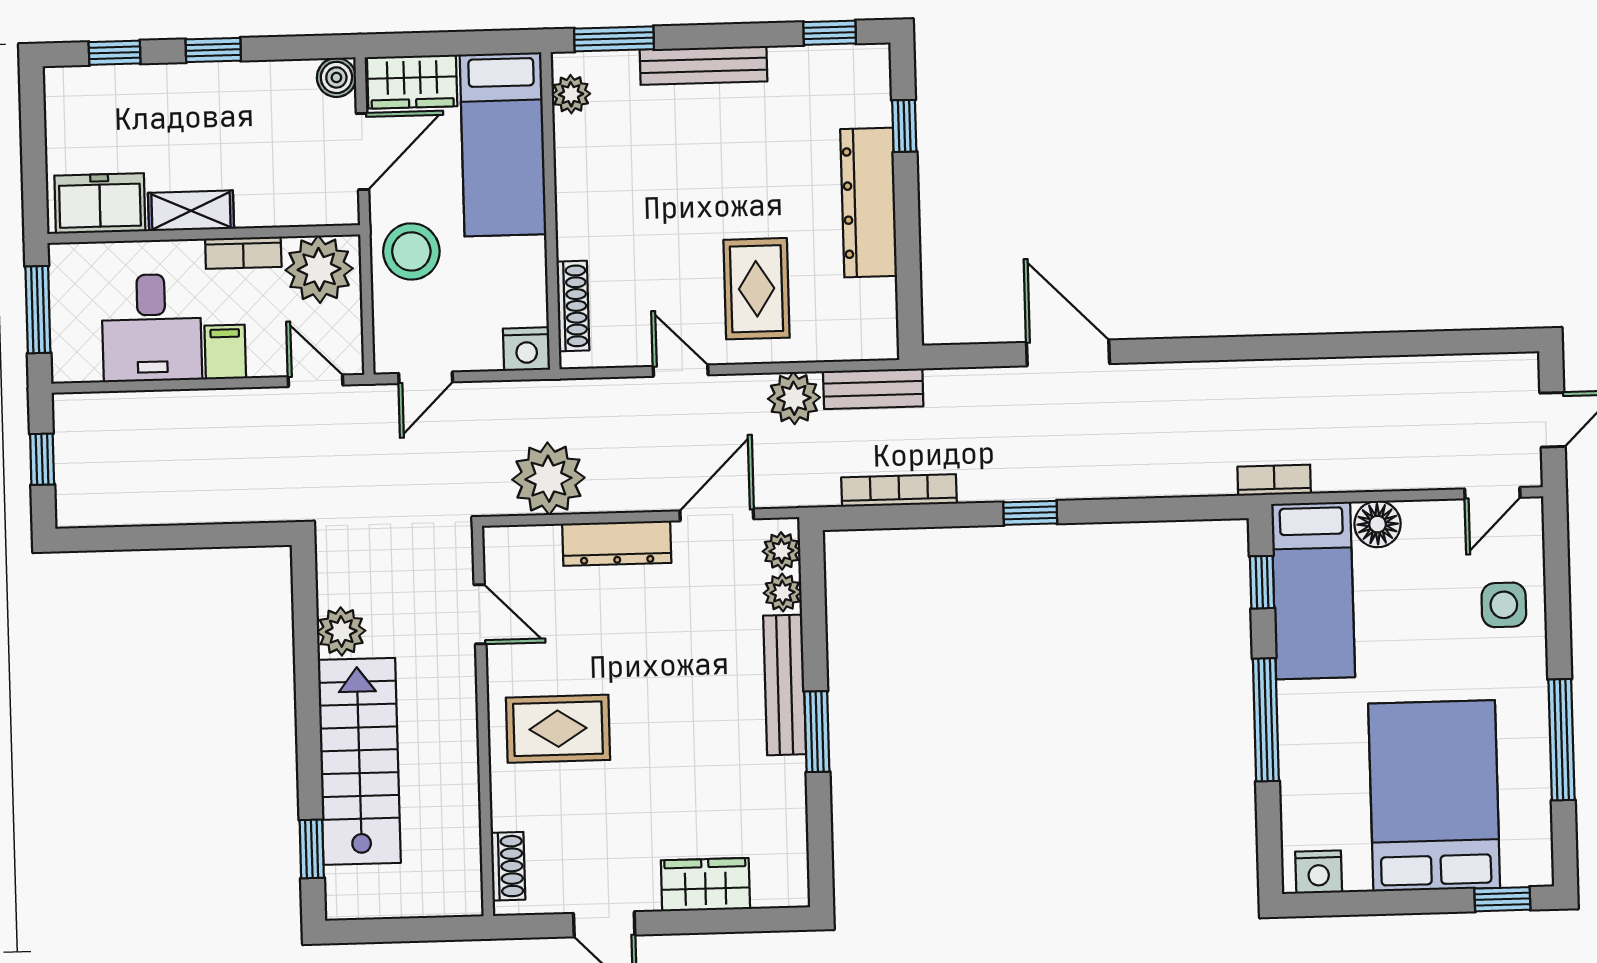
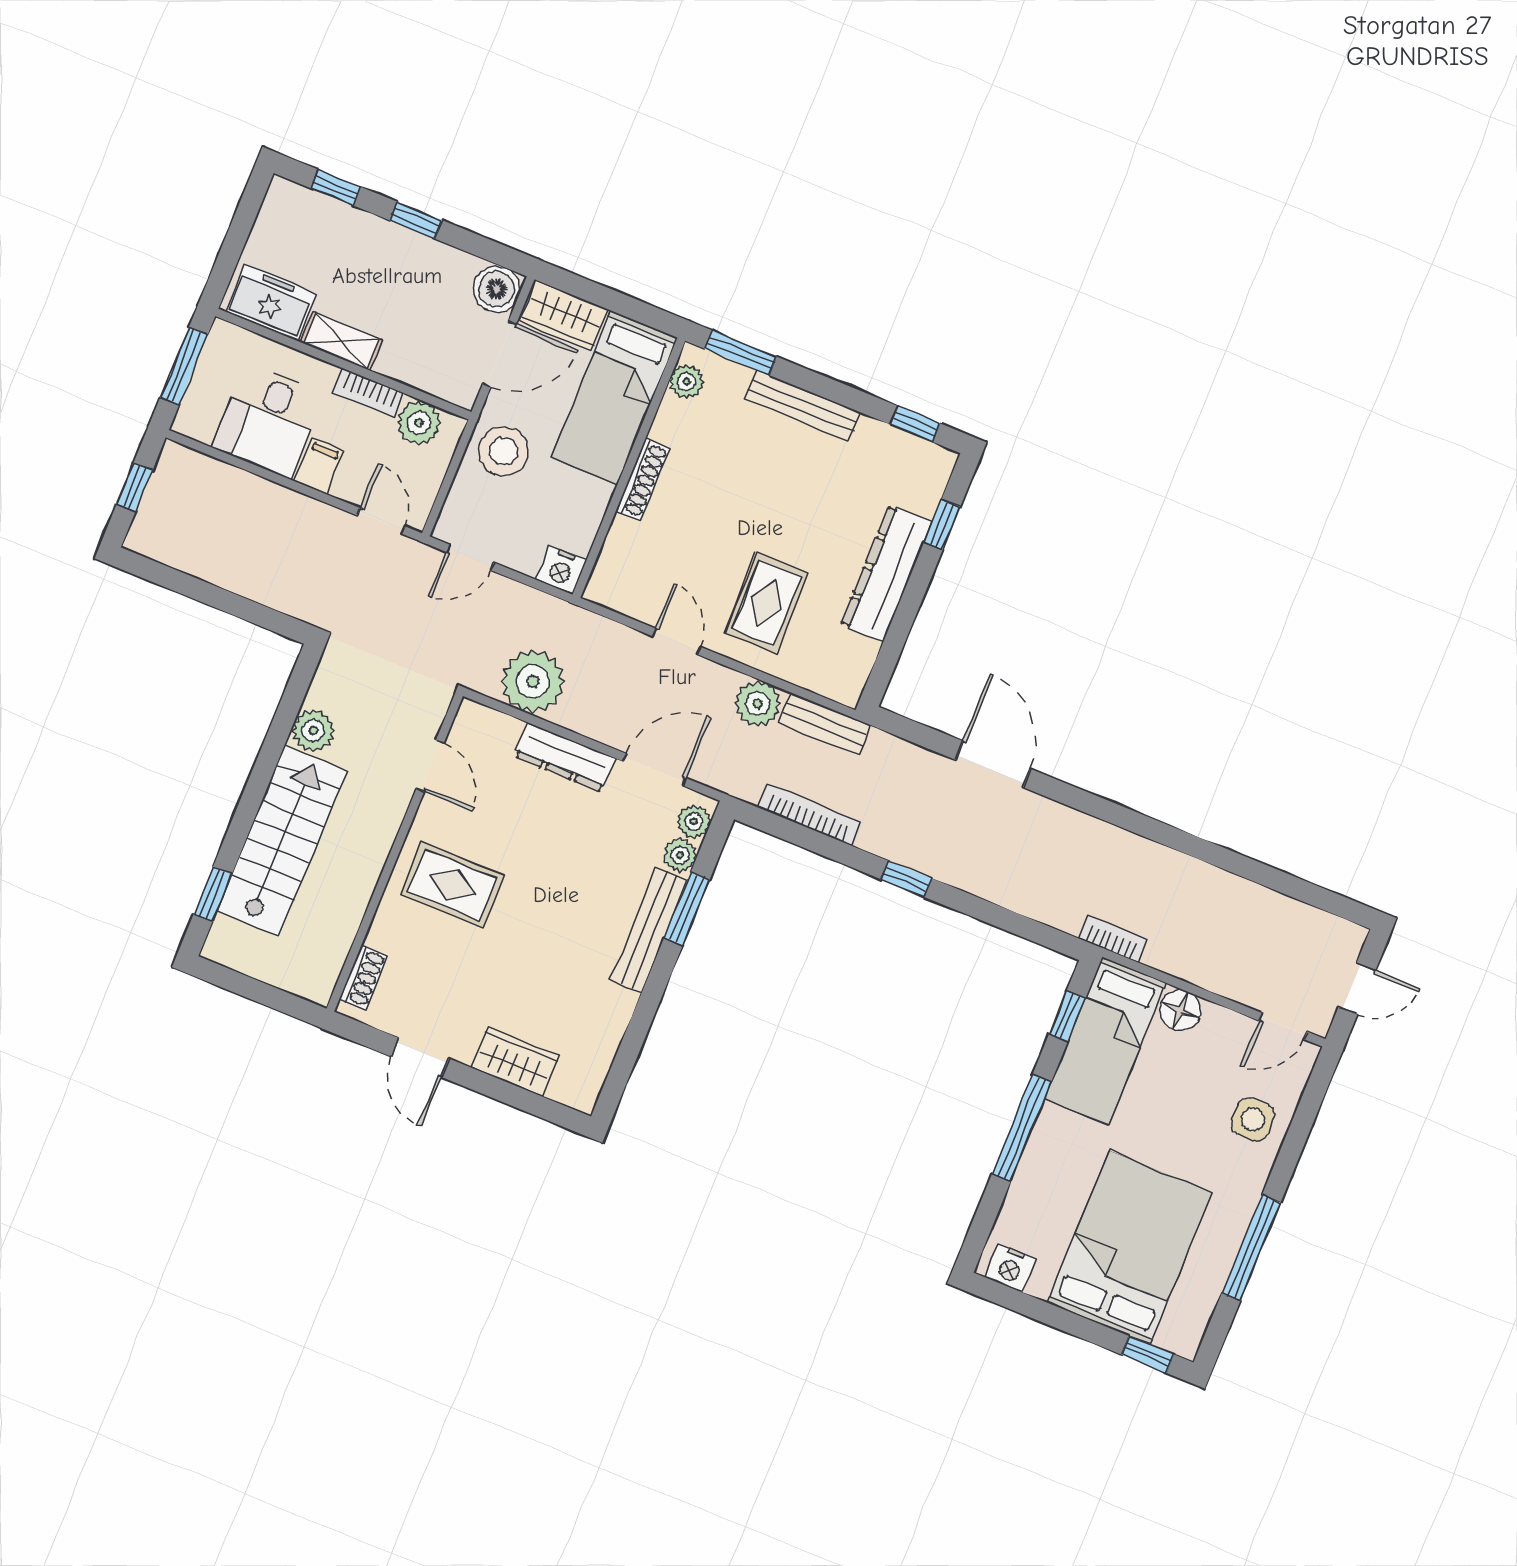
boiler: (336, 77) -> (497, 289), width x1.36, depth x1.36
plant: (319, 269) -> (419, 423), width x0.73, depth x0.73
shoe rack: (573, 306) -> (643, 479), moved
window: (817, 732) -> (687, 909), moved

